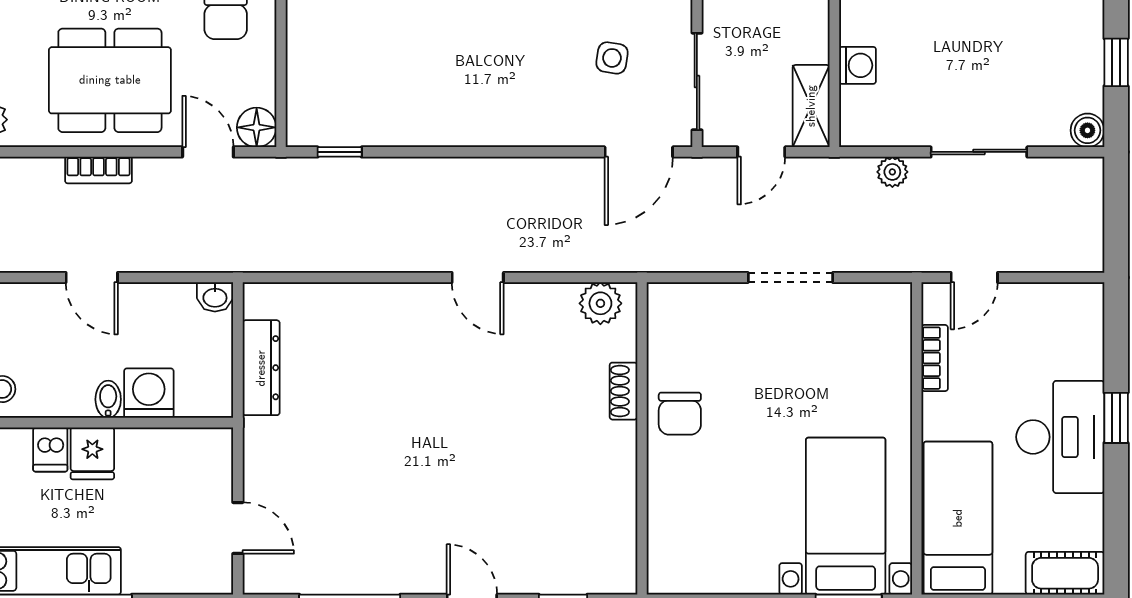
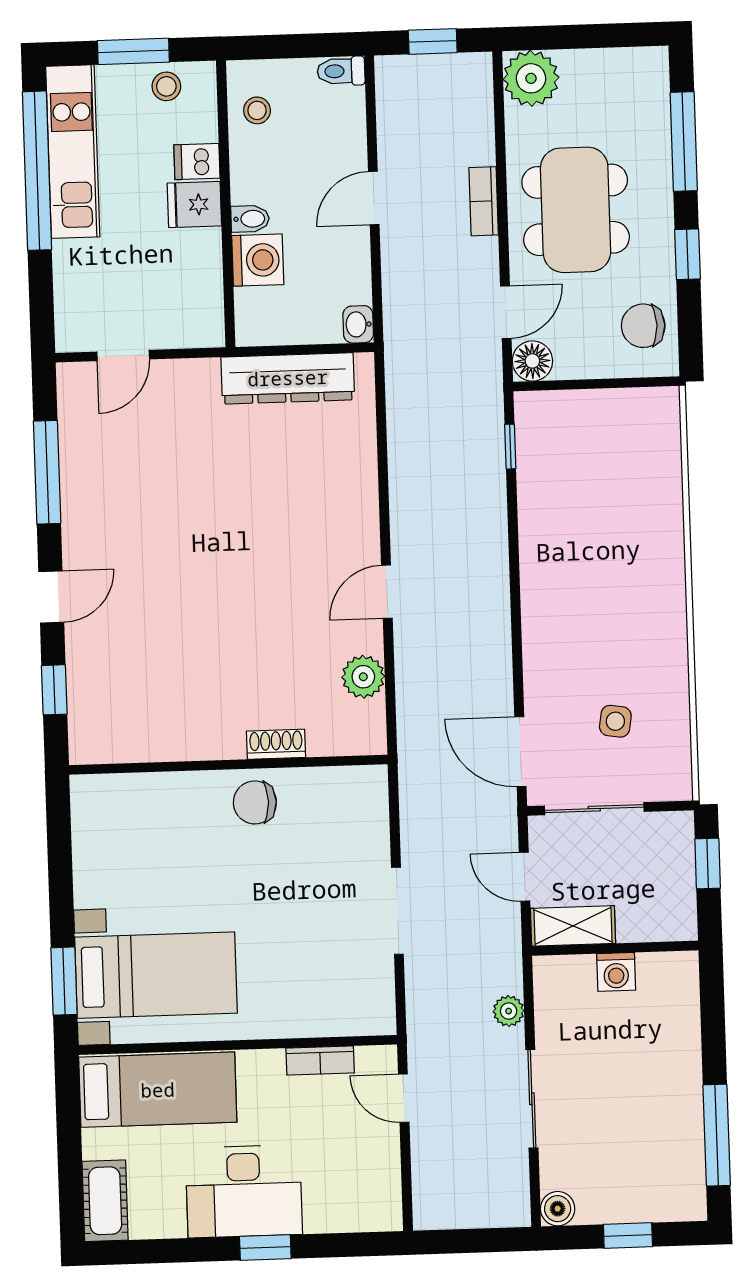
plant: (600, 303) -> (363, 677), moved
dresser: (261, 368) -> (288, 378), width x1.37, depth x1.24

